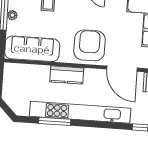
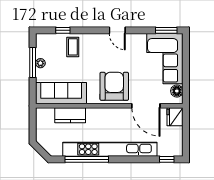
kitchen counter: (67, 75) -> (70, 115), moved
window: (55, 121) -> (87, 159), width x1.46

